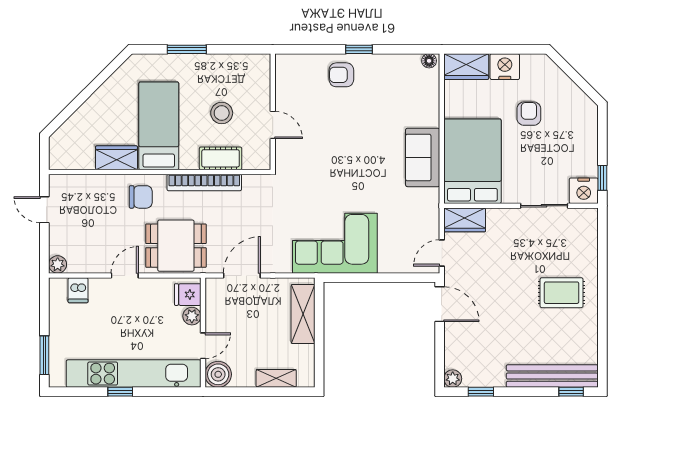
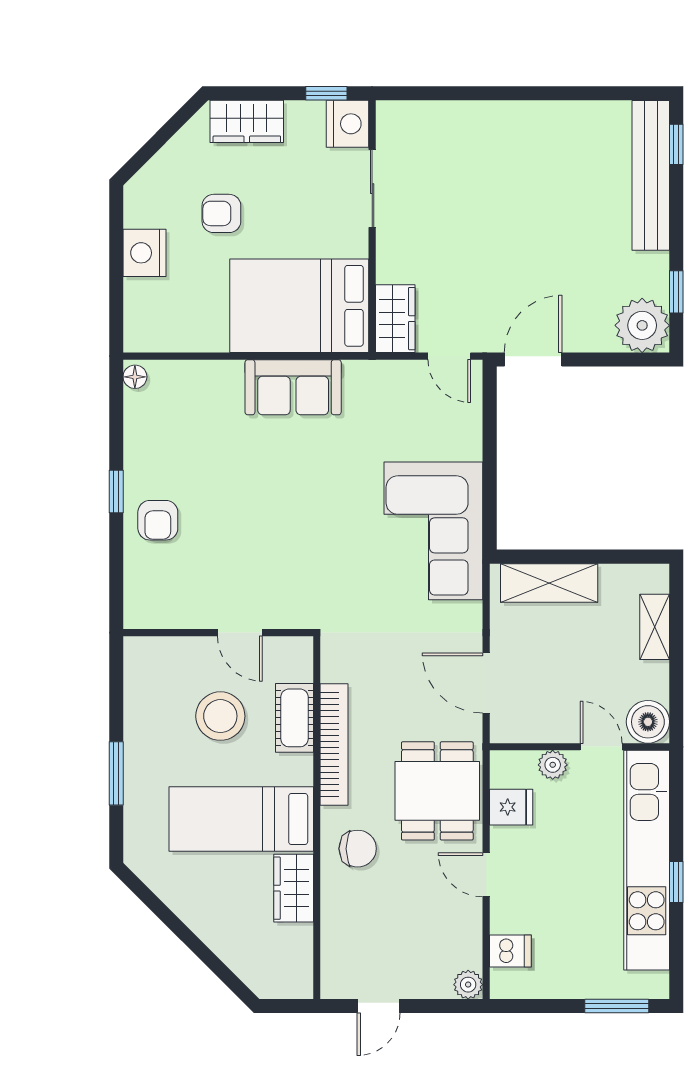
wardrobe: (466, 67) -> (247, 121), moved, turned 90
stool: (222, 113) -> (220, 716), width x1.38, depth x1.38
door: (273, 125) -> (240, 633), swing flipped
chair: (141, 197) -> (358, 849), turned 90
rug: (562, 293) -> (514, 160), removed
fridge: (188, 295) -> (511, 807), moved, turned -90
plant: (453, 379) -> (642, 325), width x1.88, depth x1.88

